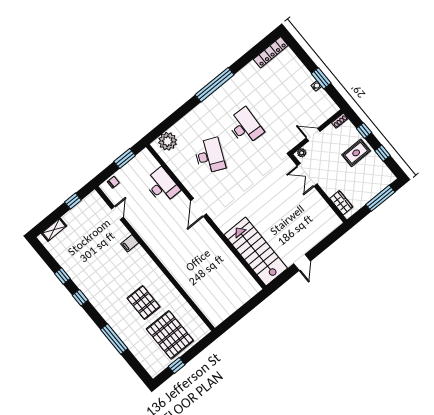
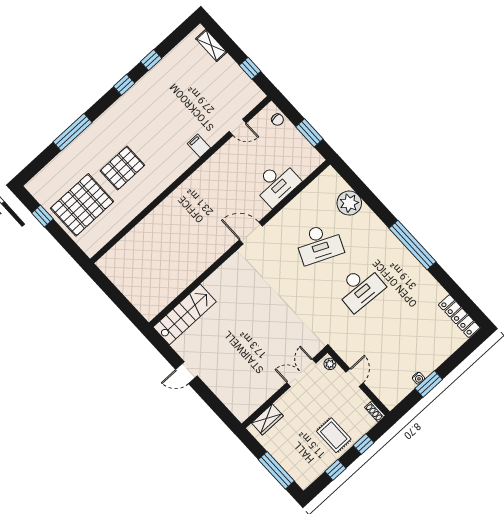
plant: (168, 141) -> (349, 203), moved
stairs: (256, 251) -> (185, 314), width x0.73, depth x0.66

